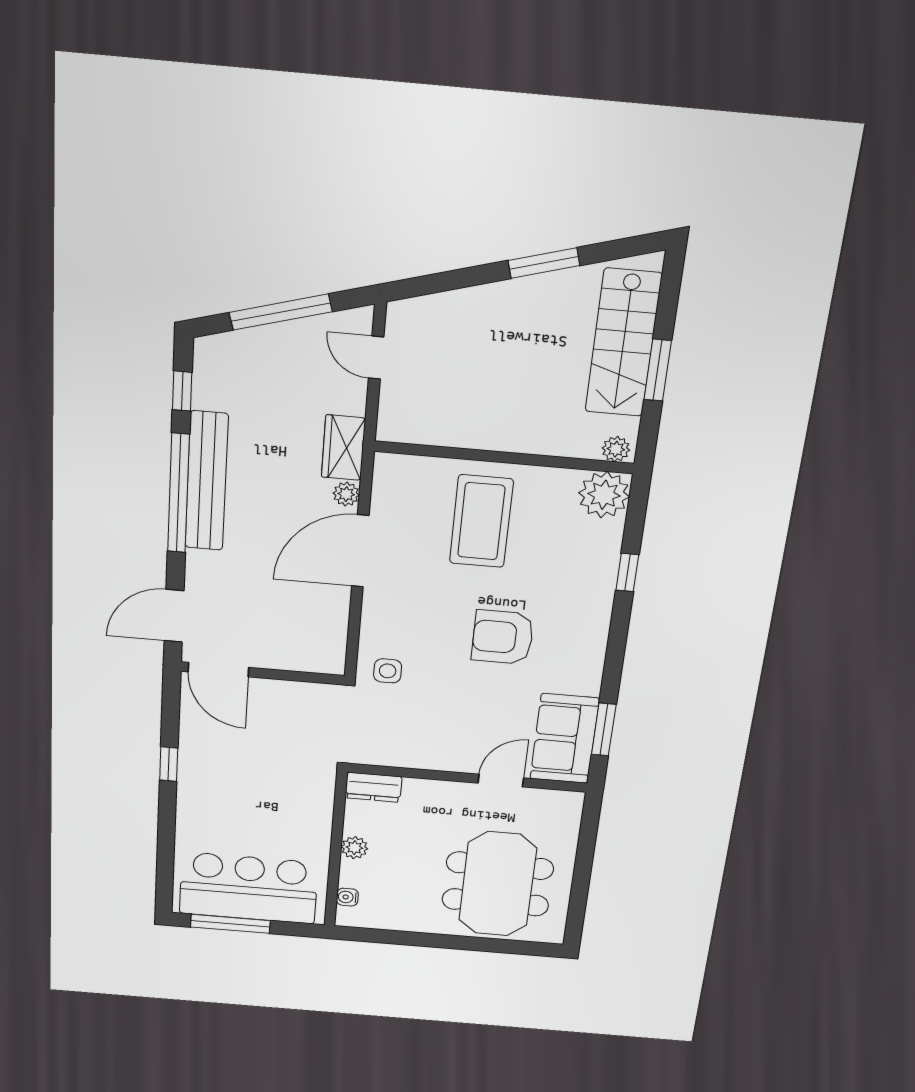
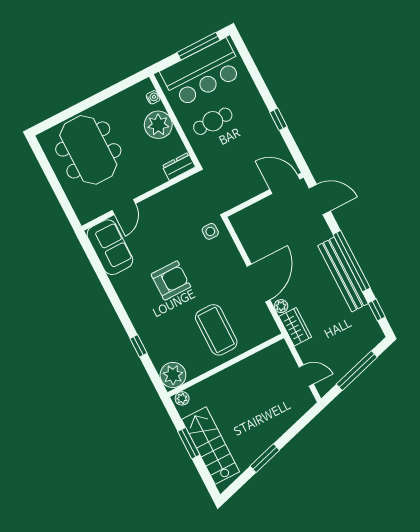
door: (174, 616) -> (320, 199), hinge flipped
window: (604, 729) -> (96, 263), removed
cafe table: (276, 818) -> (213, 121), added
plant: (354, 848) -> (158, 125), width x1.87, depth x1.87

